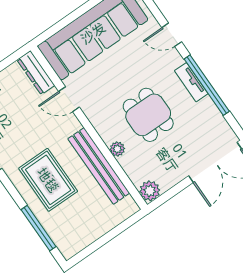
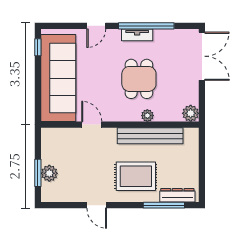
dresser: (36, 73) -> (177, 195), moved, turned 180
door: (69, 99) -> (92, 125), swing flipped
dining table: (148, 115) -> (139, 79), turned 90

